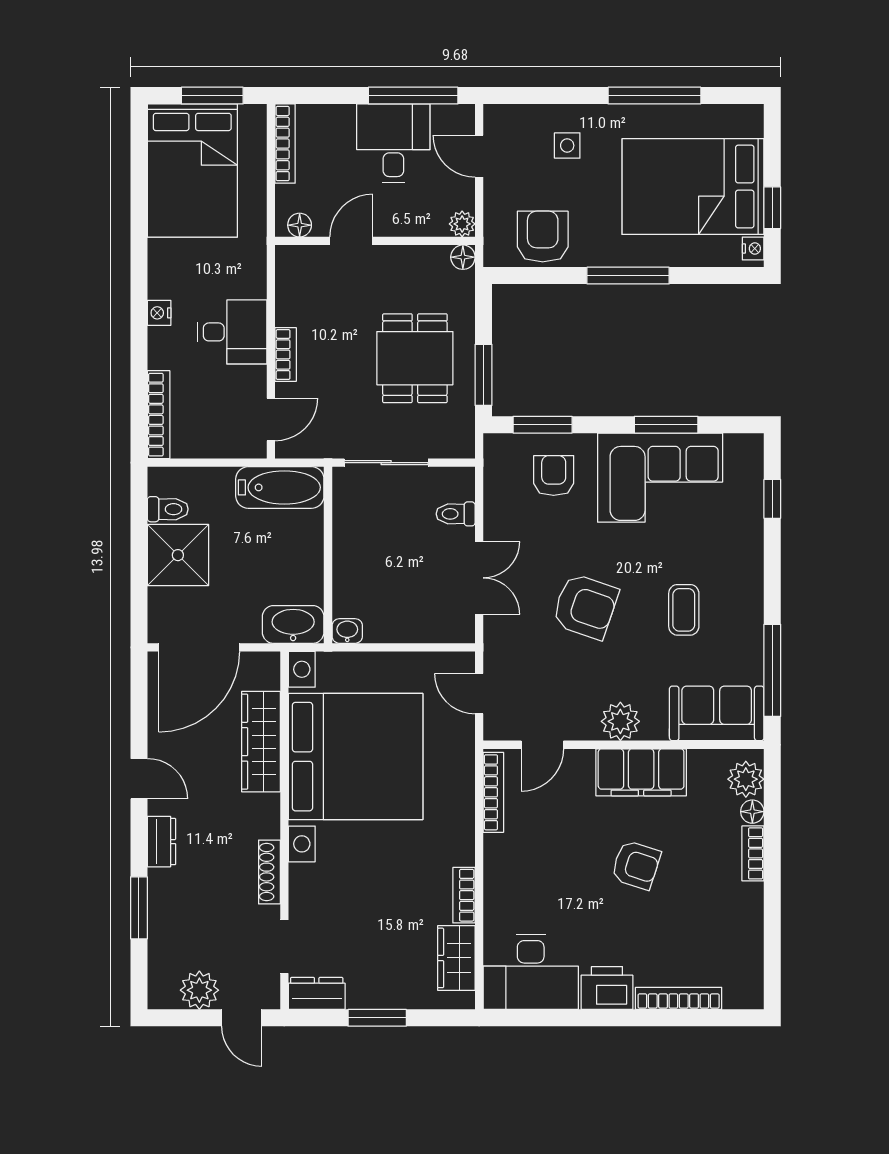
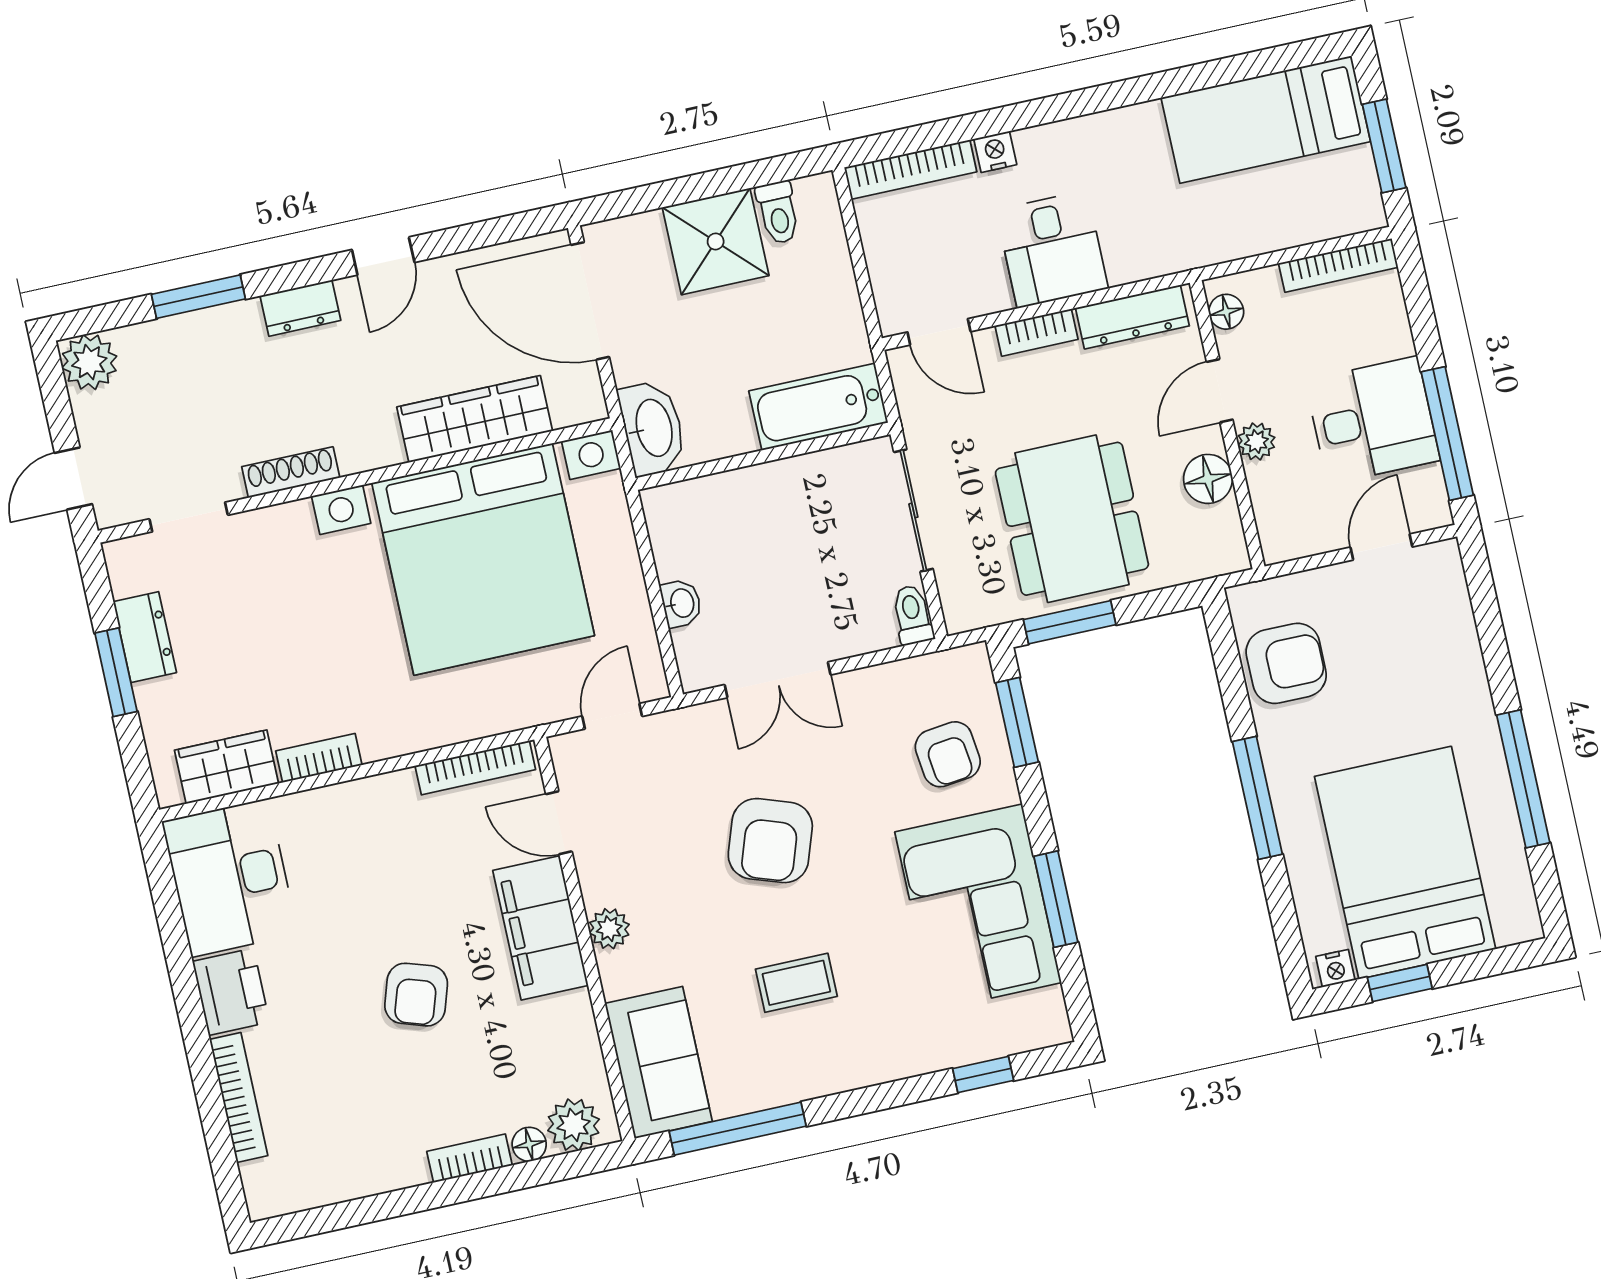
side table: (567, 146) -> (1424, 670), removed
bed: (192, 171) -> (1266, 120), width x0.67
plant: (462, 224) -> (1256, 441), moved
door: (351, 241) -> (1220, 391), swing flipped
floor lamp: (463, 257) -> (1208, 479), moved, width x1.37, depth x1.37
dresser: (289, 288) -> (1132, 317), added
nightstand: (159, 313) -> (995, 152), moved
dining table: (415, 358) -> (1072, 519), width x1.38
armchair: (554, 475) -> (948, 754), turned 83
bathtub: (280, 487) -> (818, 407), moved, turned 90
toilet: (456, 514) -> (912, 615), moved
washbasin: (347, 631) -> (681, 603), moved
plant: (620, 721) -> (609, 929), width x0.73, depth x0.73
filing cabinet: (641, 772) -> (541, 928), moved
plant: (199, 990) -> (89, 362), moved
dresser: (317, 993) -> (145, 637), moved

